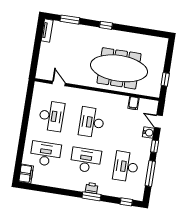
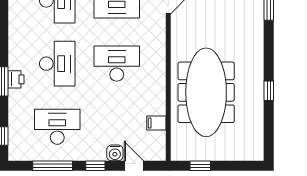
window: (106, 25) -> (269, 91), moved
door: (158, 122) -> (134, 166), hinge flipped

